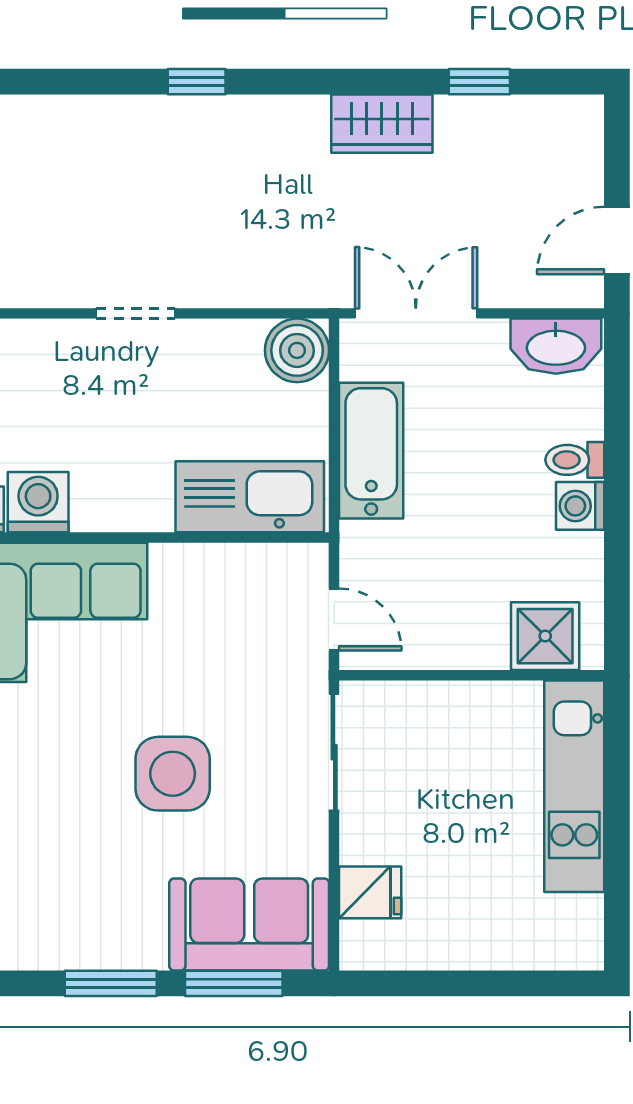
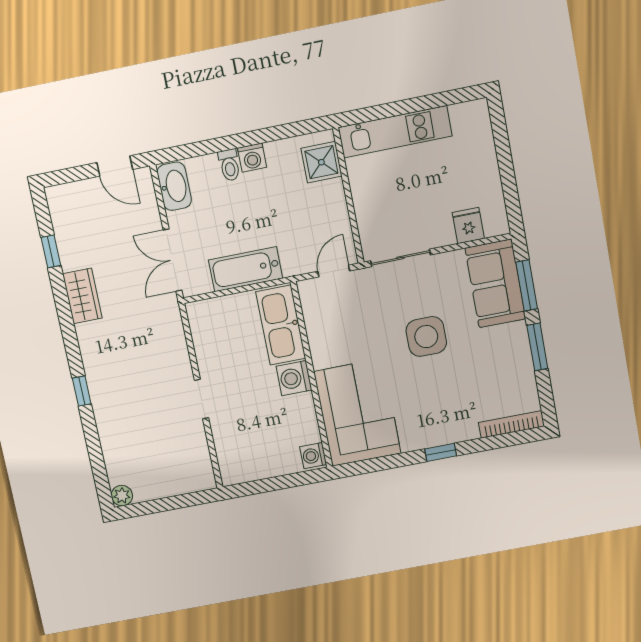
boiler: (297, 350) -> (203, 316), removed
washing machine: (38, 502) -> (294, 378), moved

